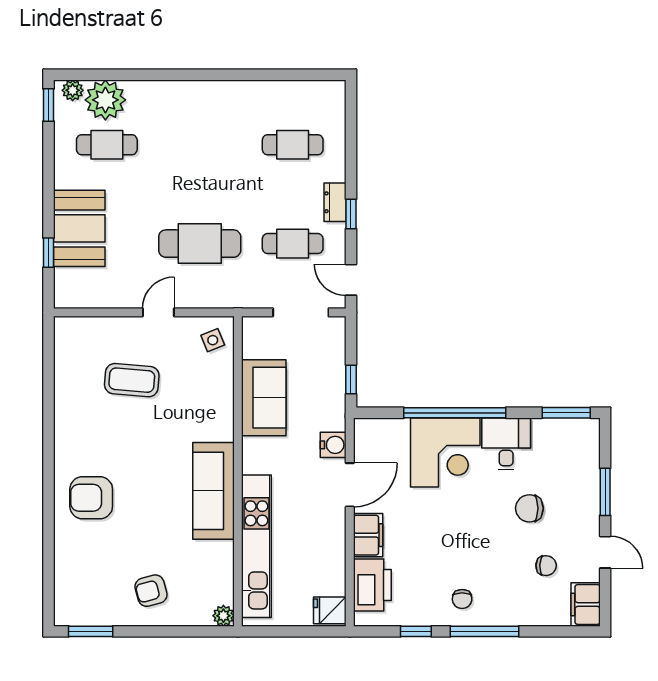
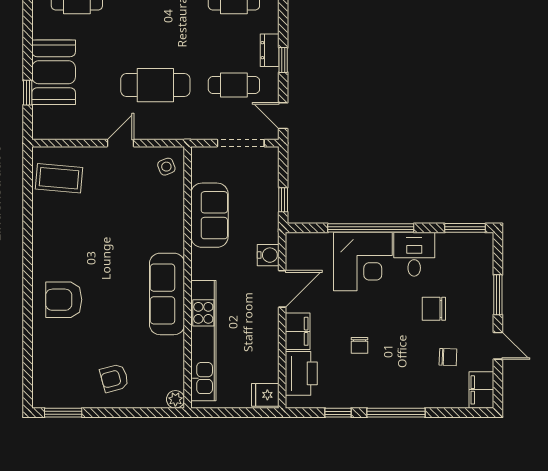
coffee table: (132, 380) -> (59, 178), moved
chair: (462, 599) -> (360, 345), moved

